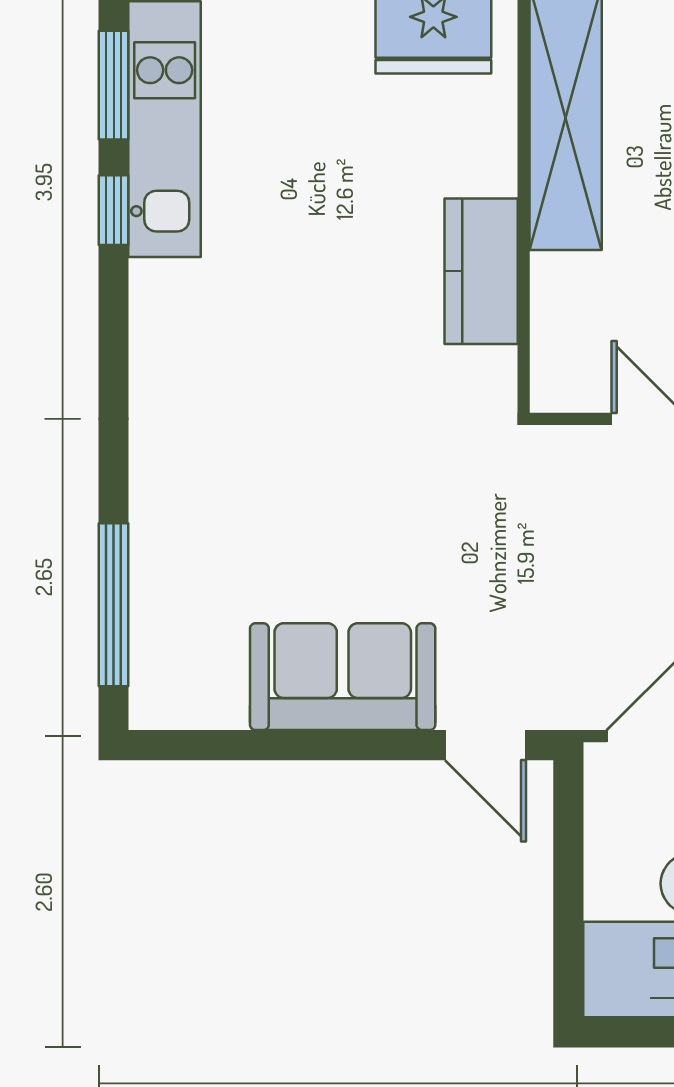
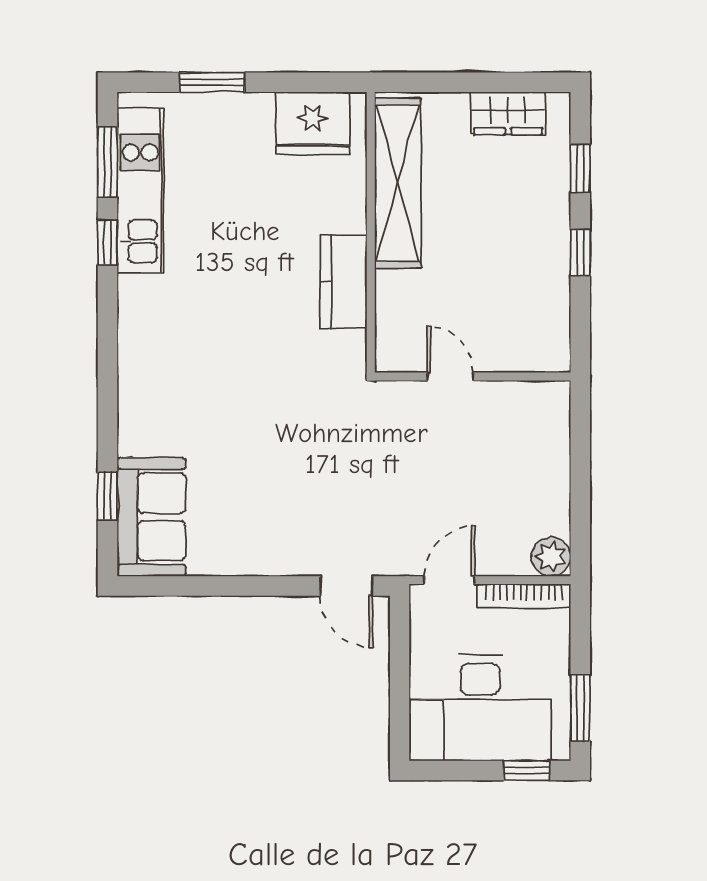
window: (114, 605) -> (107, 496), width x0.46
sofa: (343, 677) -> (151, 517), moved, turned 90

